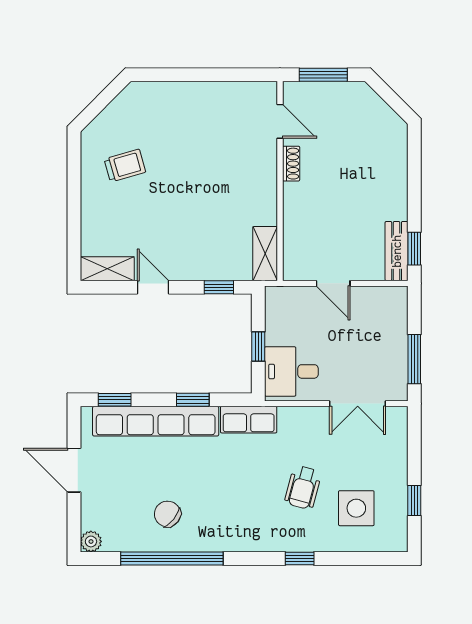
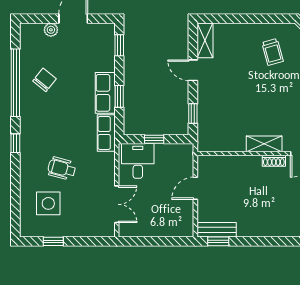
shelving: (265, 254) -> (264, 144), moved
door: (153, 287) -> (193, 70), swing flipped
window: (414, 359) -> (146, 241), removed
double door: (358, 404) -> (117, 204), swing flipped
row of seats: (156, 421) -> (105, 93), width x0.50
plant: (91, 541) -> (51, 30), moved
window: (300, 558) -> (15, 143), moved

